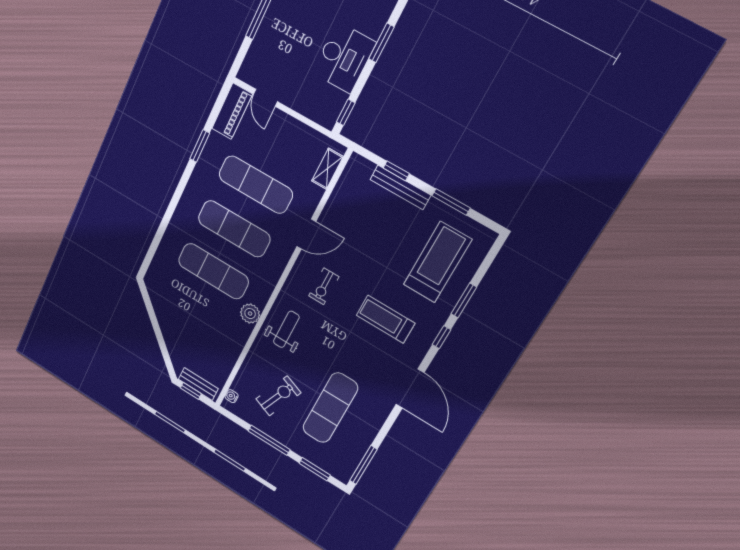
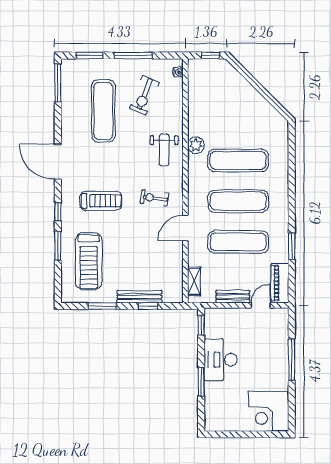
door: (266, 98) -> (261, 305), hinge flipped
exercise bike: (324, 286) -> (154, 198), turned -83
bench: (198, 384) -> (233, 297), moved

